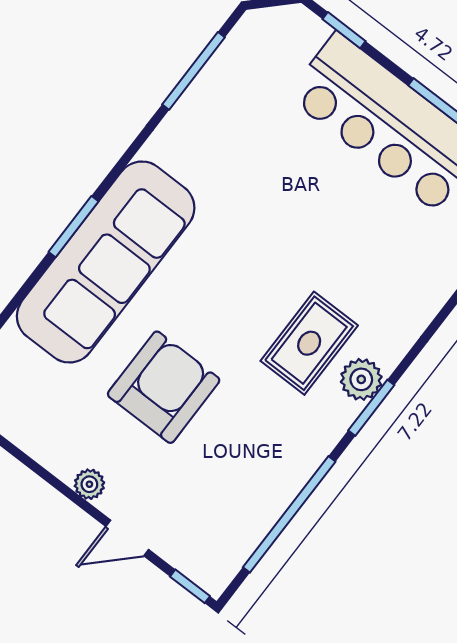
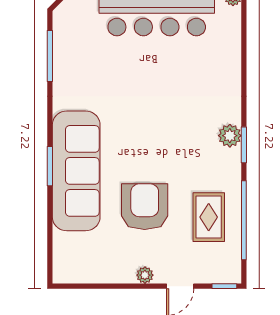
rug: (309, 343) -> (209, 217), moved

